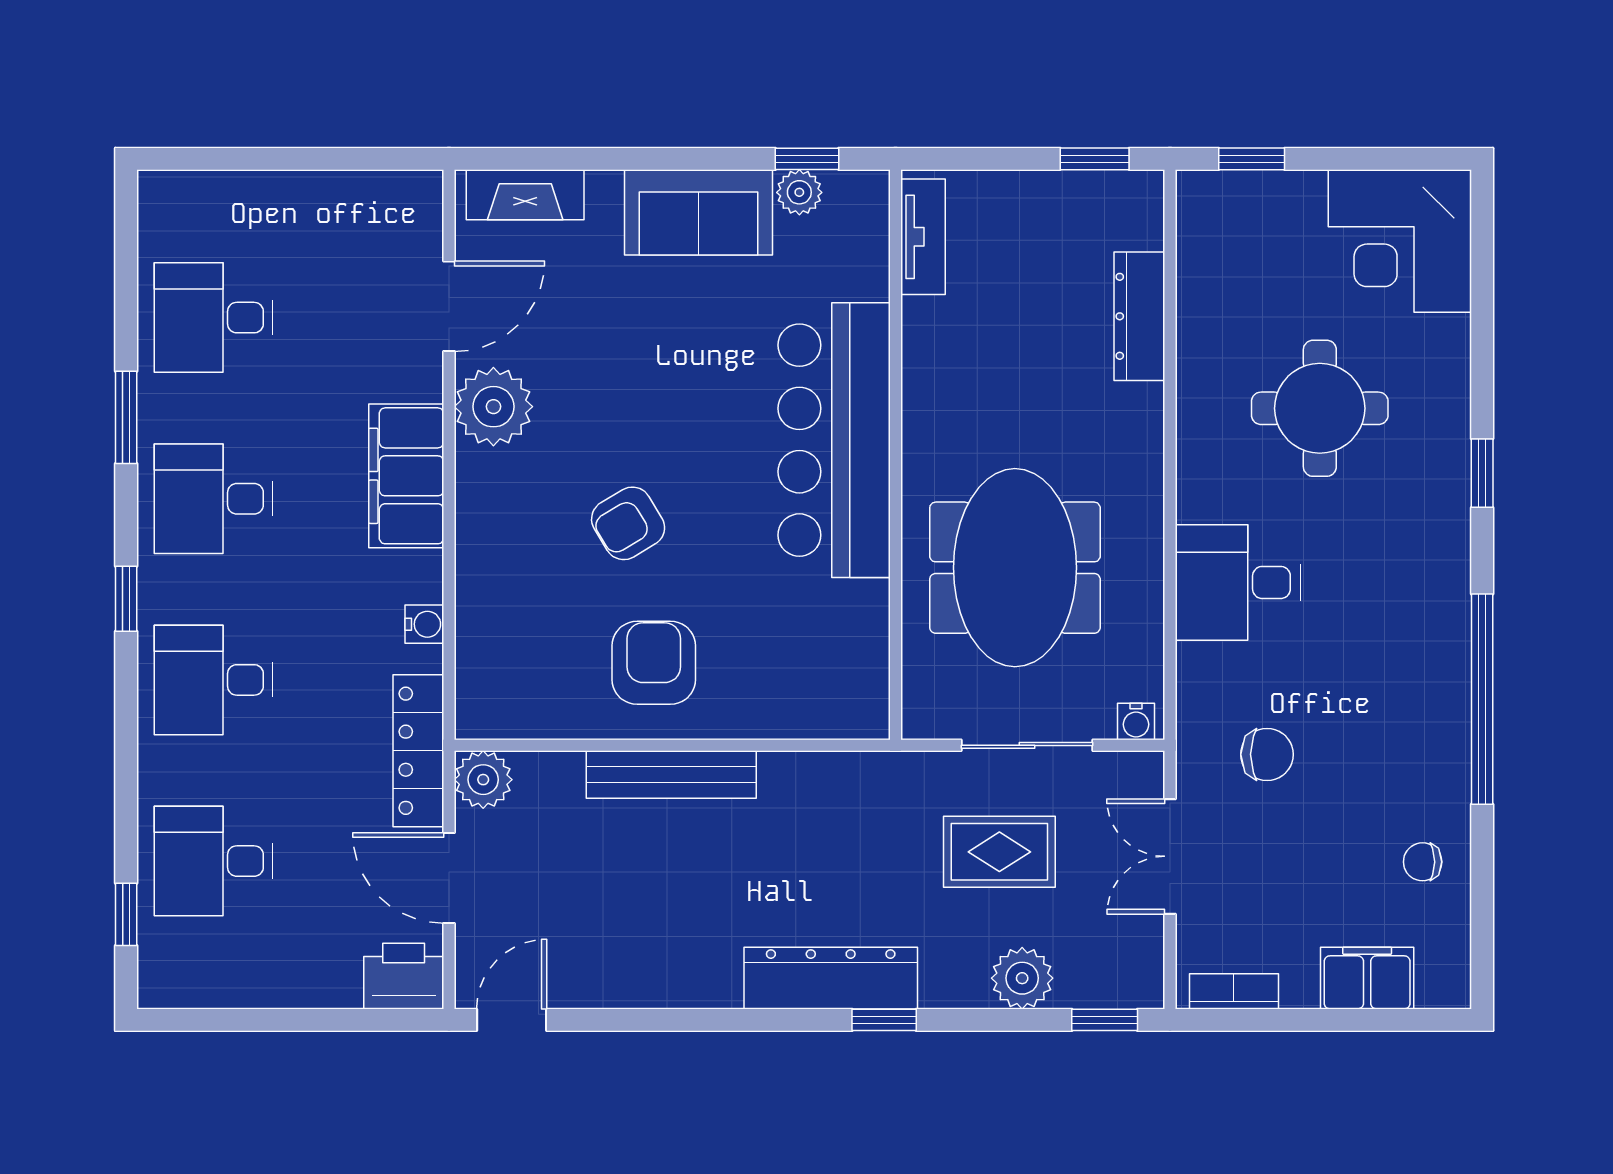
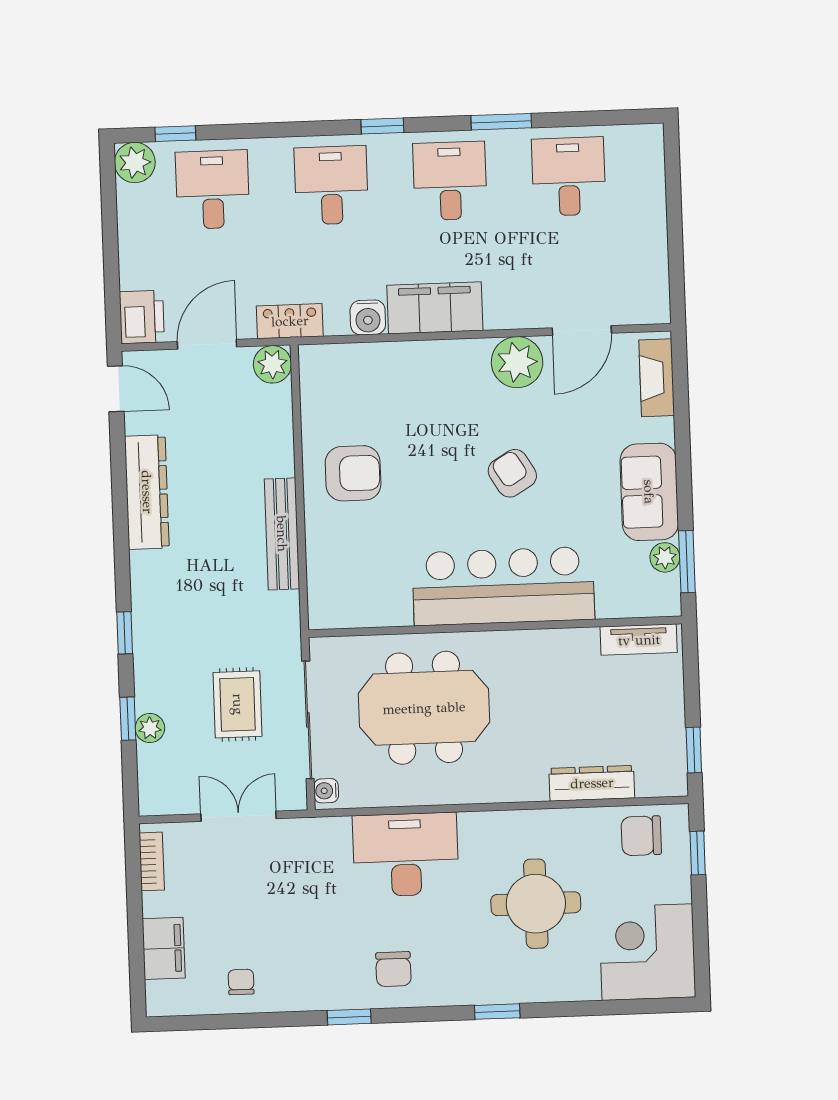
window: (807, 159) -> (687, 562), width x1.50
chair: (1222, 244) -> (641, 836), added
door: (449, 306) -> (582, 331), hinge flipped
filing cabinet: (406, 476) -> (435, 308), moved
armchair: (628, 523) -> (512, 473), moved
desk: (1238, 582) -> (406, 855), width x1.37
water cooler: (424, 624) -> (368, 317), width x1.38, depth x1.38
window: (1482, 699) -> (349, 1017), width x0.32
sliding door: (1027, 745) -> (308, 720), width x1.37
locker: (418, 751) -> (290, 321), width x0.66
chair: (1267, 754) -> (393, 969), moved
bench: (671, 775) -> (282, 534), moved
plant: (168, 978) -> (135, 163), added
dresser: (831, 978) -> (147, 492), moved
plant: (1022, 978) -> (150, 728), width x0.73, depth x0.73
window: (1105, 1020) -> (128, 719), moved

